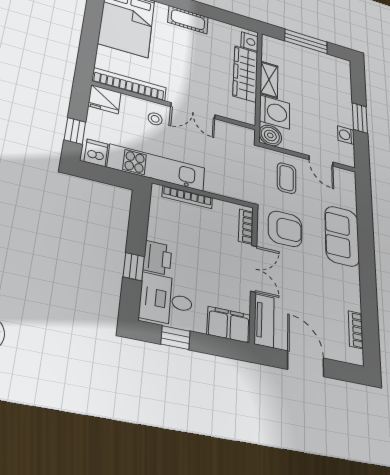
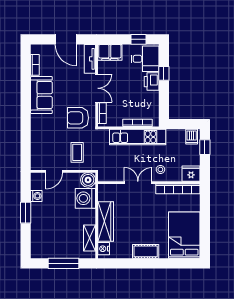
shelving: (269, 80) -> (90, 238), moved
door: (321, 161) -> (54, 171), swing flipped
kitchen unit: (157, 168) -> (138, 137), moved
sofa: (342, 236) -> (41, 95), moved
double door: (254, 269) -> (97, 88), swing flipped

